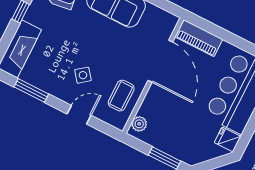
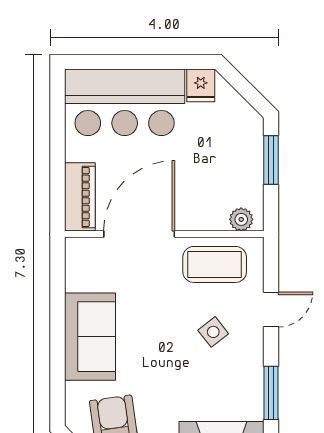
coffee table: (121, 96) -> (215, 264), width x1.36, depth x1.30
door: (79, 115) -> (271, 310), swing flipped

